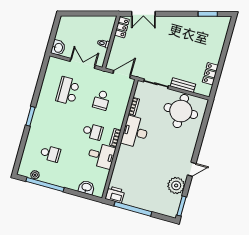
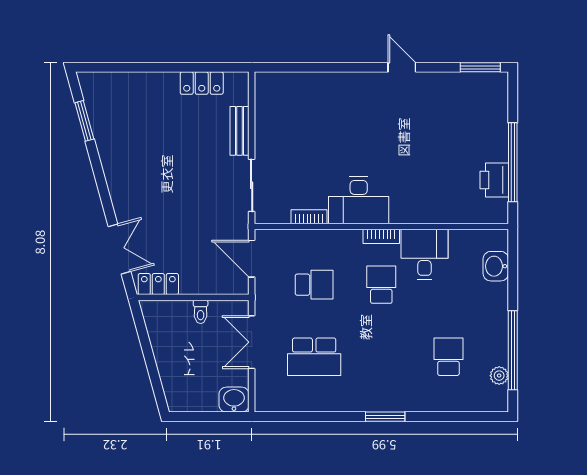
round table: (181, 111) -> (292, 121), removed
plant: (176, 185) -> (443, 89), removed
printer: (115, 195) -> (494, 180), moved

